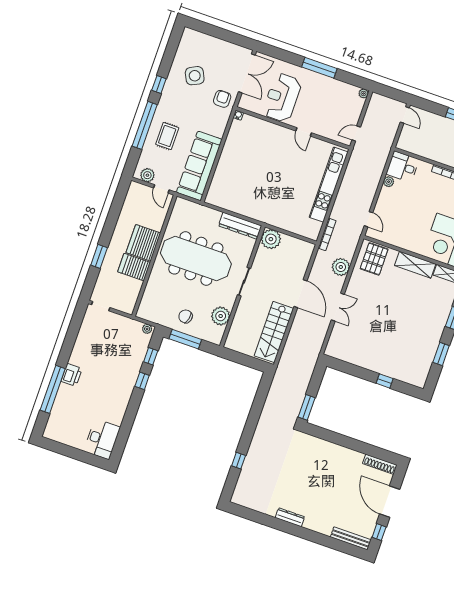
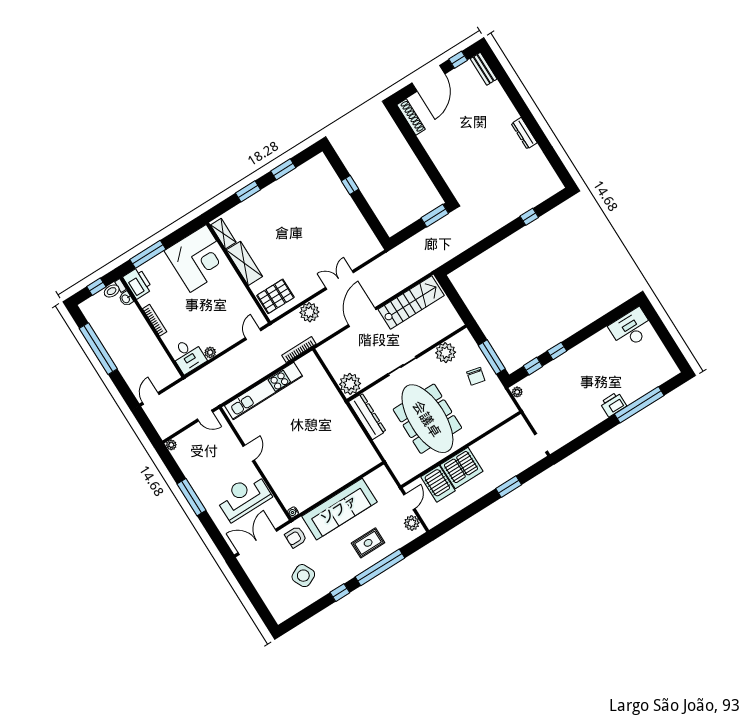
reception desk: (282, 98) -> (244, 497), turned 180
sofa: (199, 166) -> (339, 509), moved
server rack: (134, 267) -> (438, 484), moved
bench: (351, 538) -> (484, 69), width x0.73

